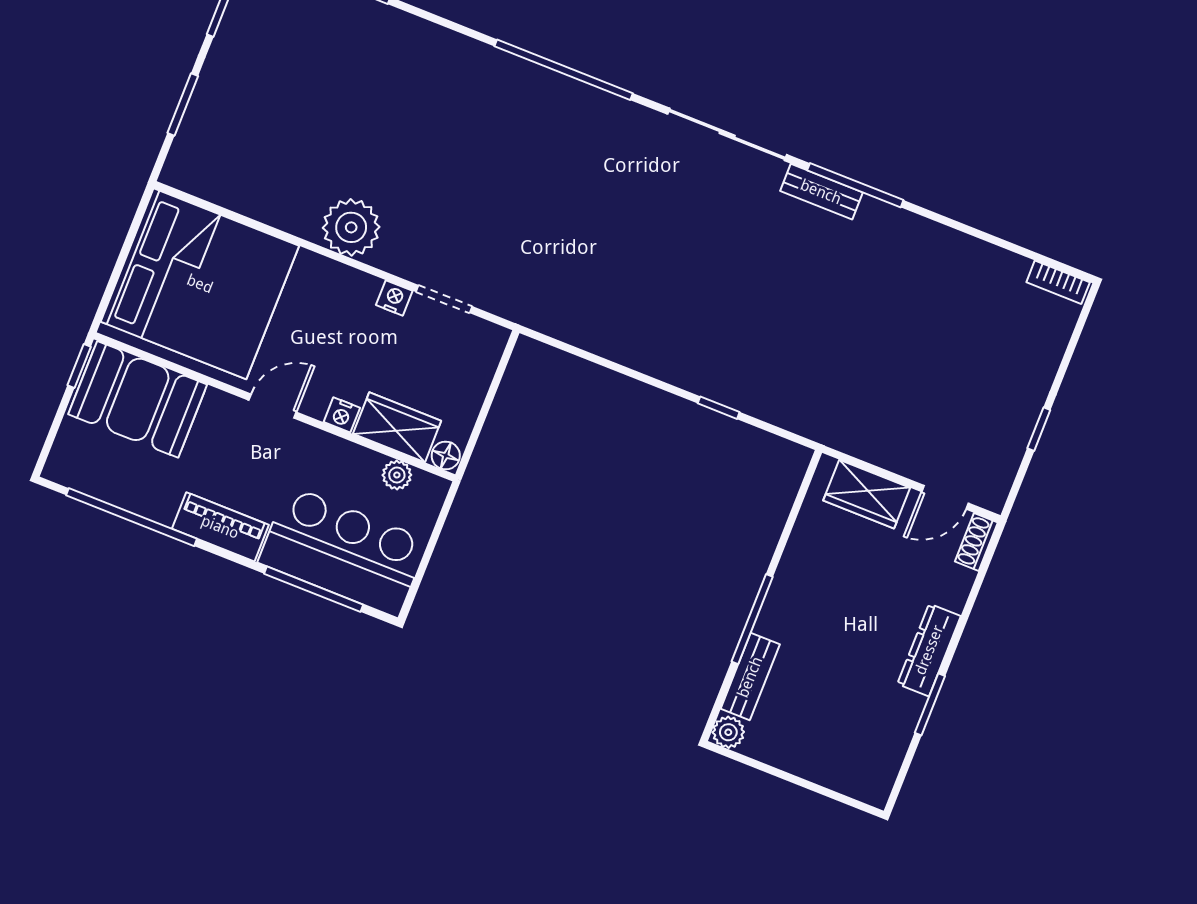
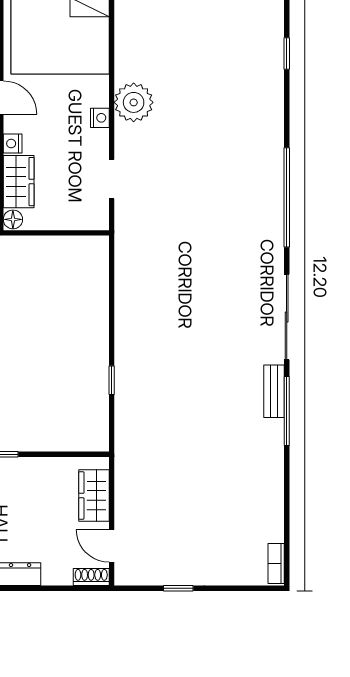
nightstand: (394, 298) -> (100, 118), moved

